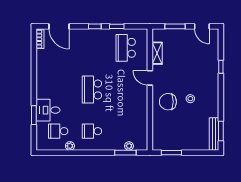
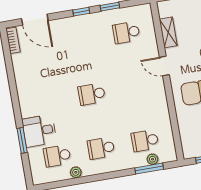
school desk: (126, 48) -> (126, 32), width x0.54
school desk: (92, 89) -> (92, 94), width x0.54
school desk: (126, 131) -> (145, 141), added

